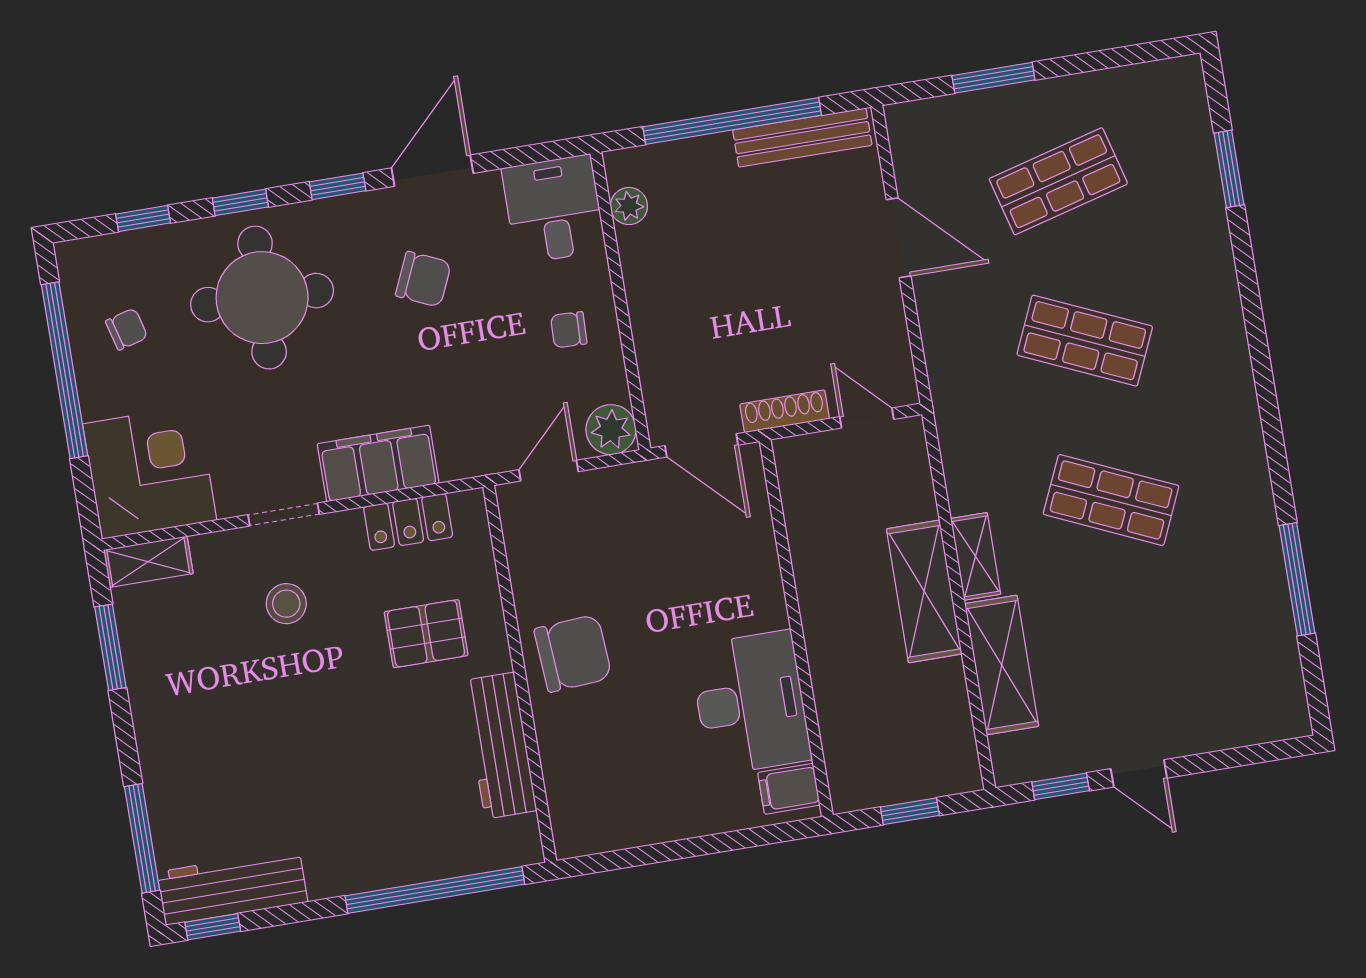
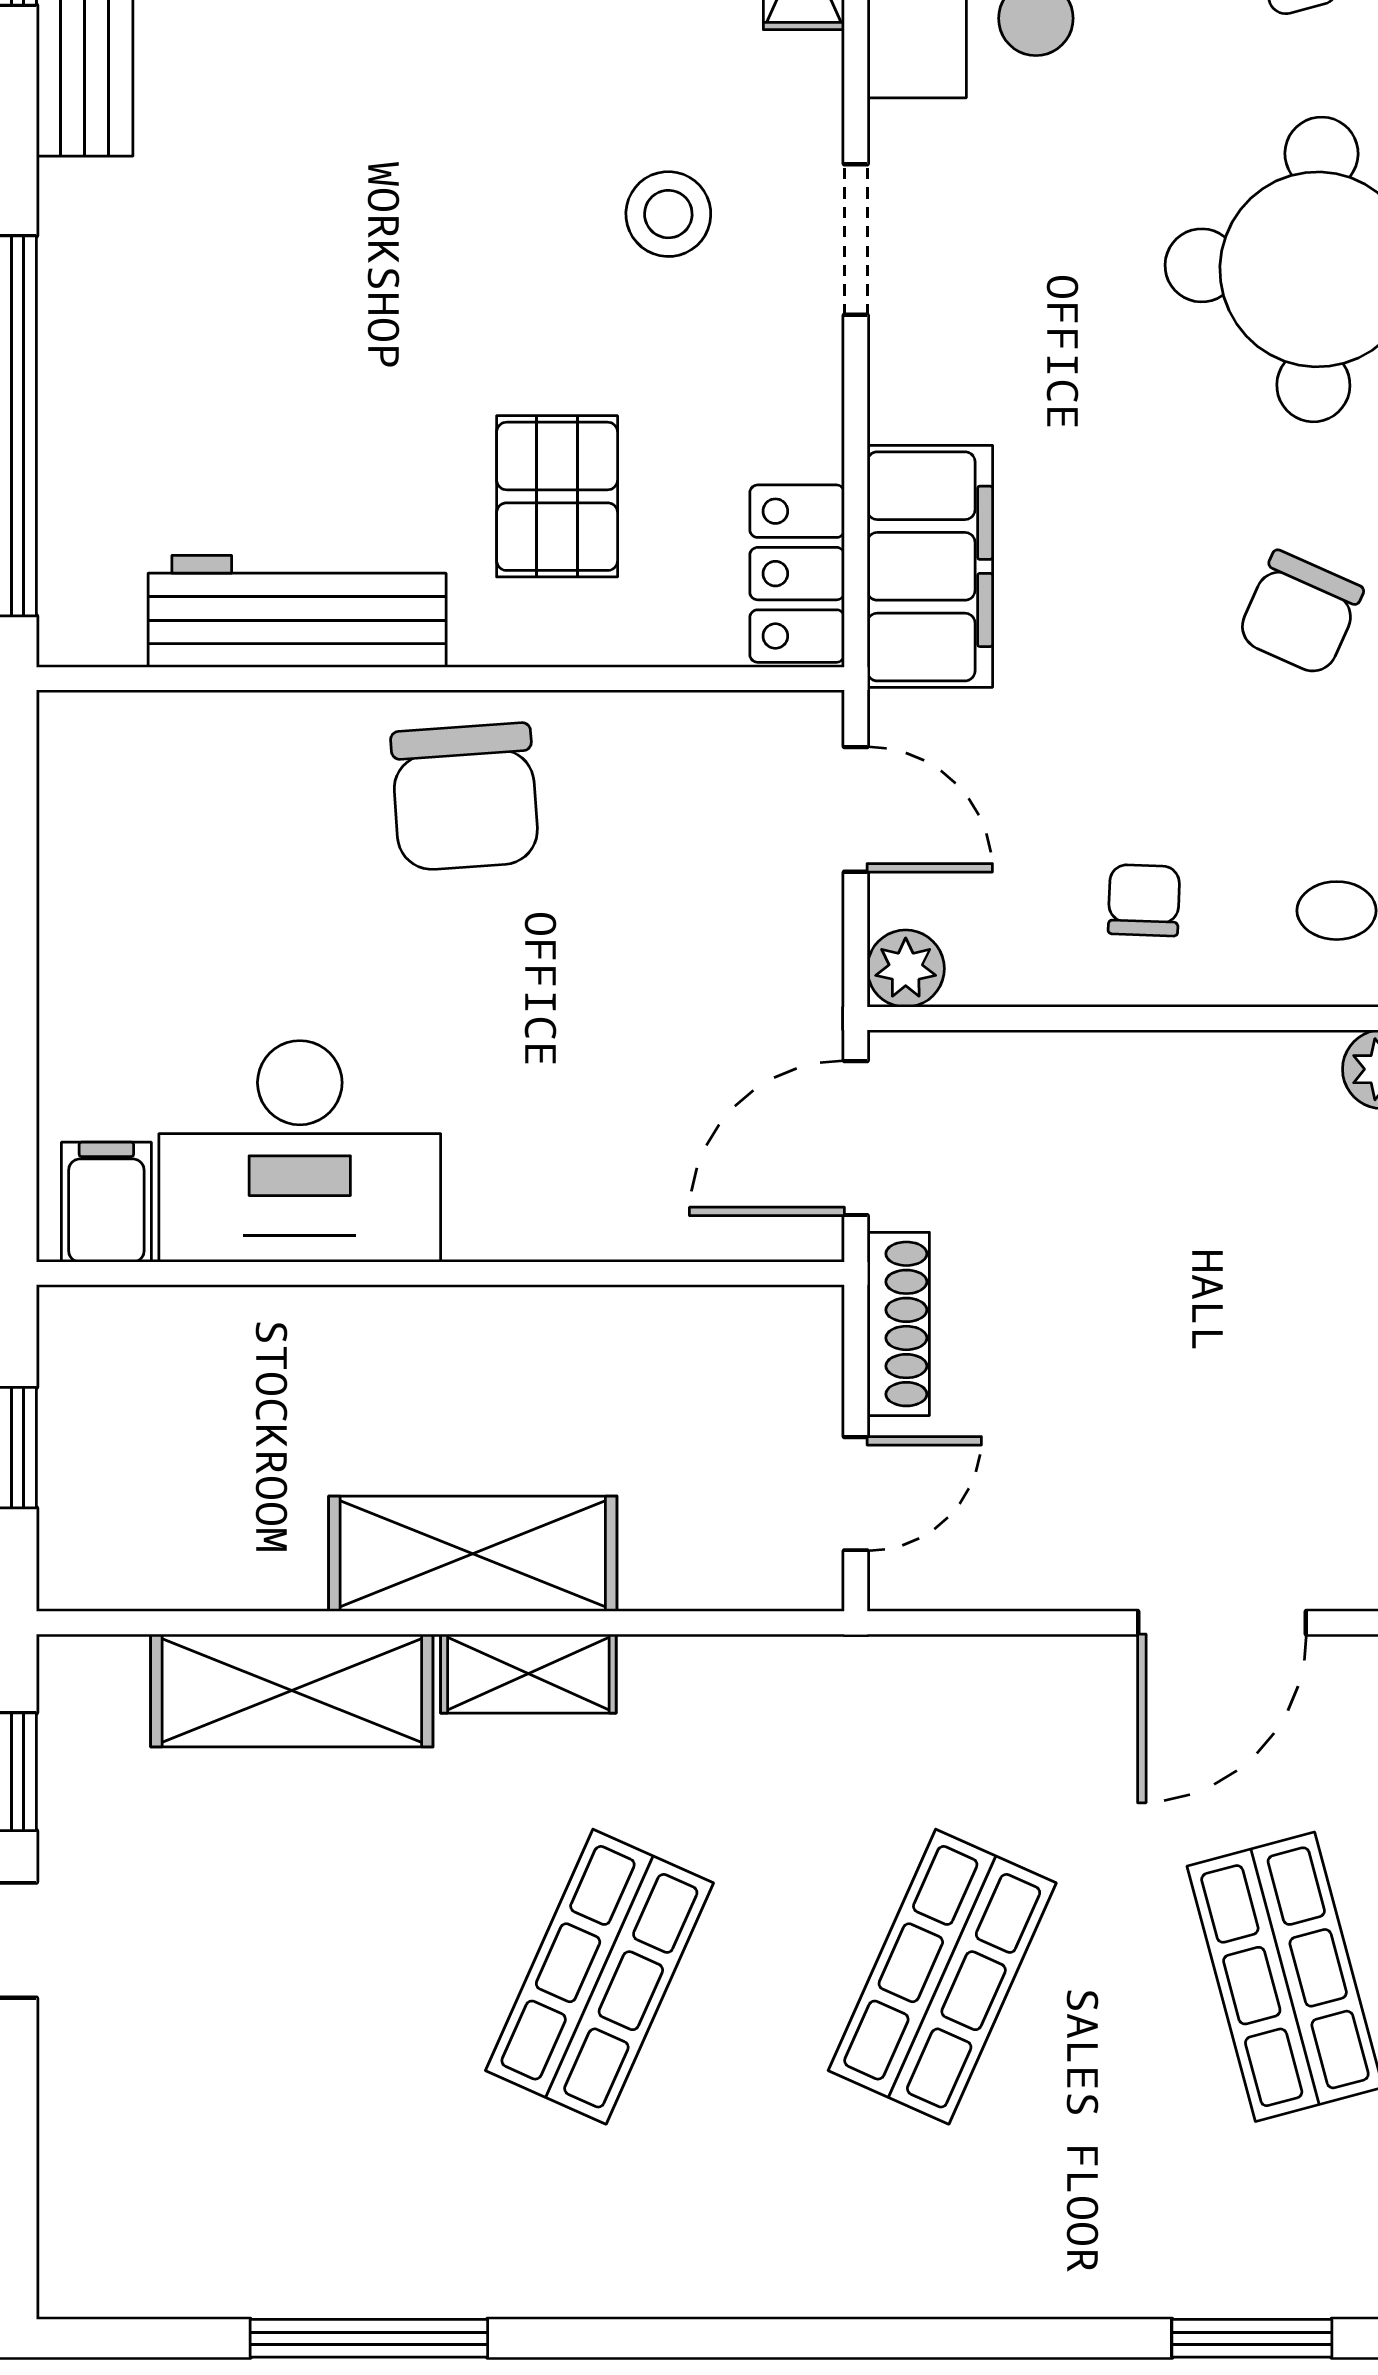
plant: (611, 430) -> (906, 969), width x0.73, depth x0.73
filing cabinet: (378, 464) -> (930, 566), moved
locker: (408, 522) -> (797, 574), moved

